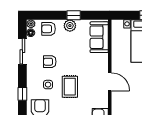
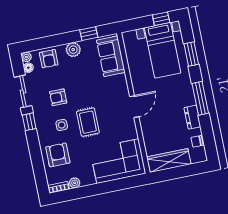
window: (74, 15) -> (89, 34), moved
armchair: (49, 29) -> (49, 59), turned -90
door: (110, 82) -> (134, 107), hinge flipped
window: (22, 94) -> (29, 122), moved

